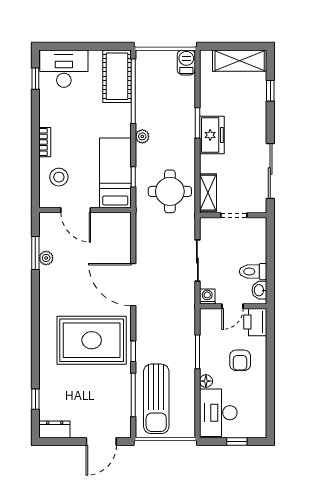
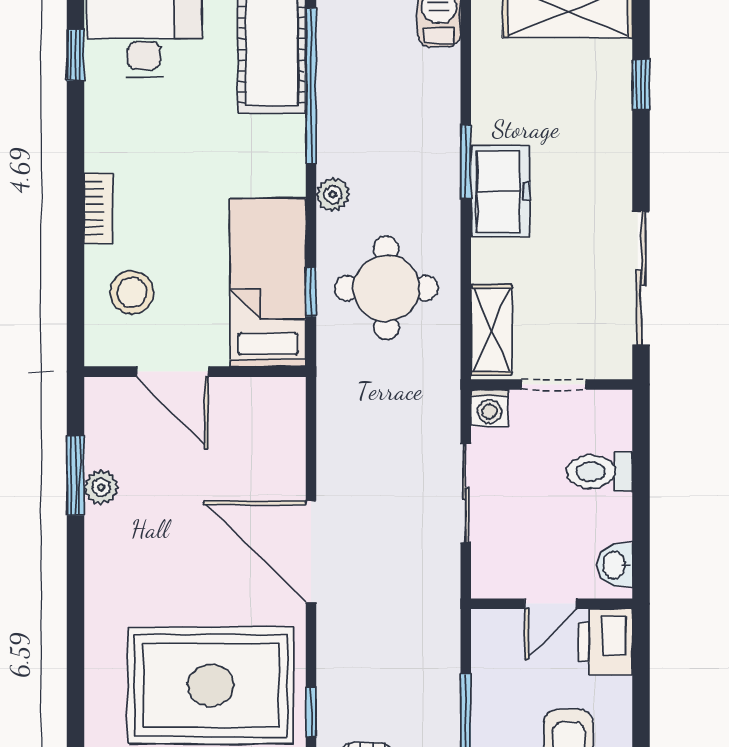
round table: (170, 191) -> (386, 288), moved
toilet: (253, 272) -> (600, 472), moved
washing machine: (207, 296) -> (489, 408), moved, turned 180

